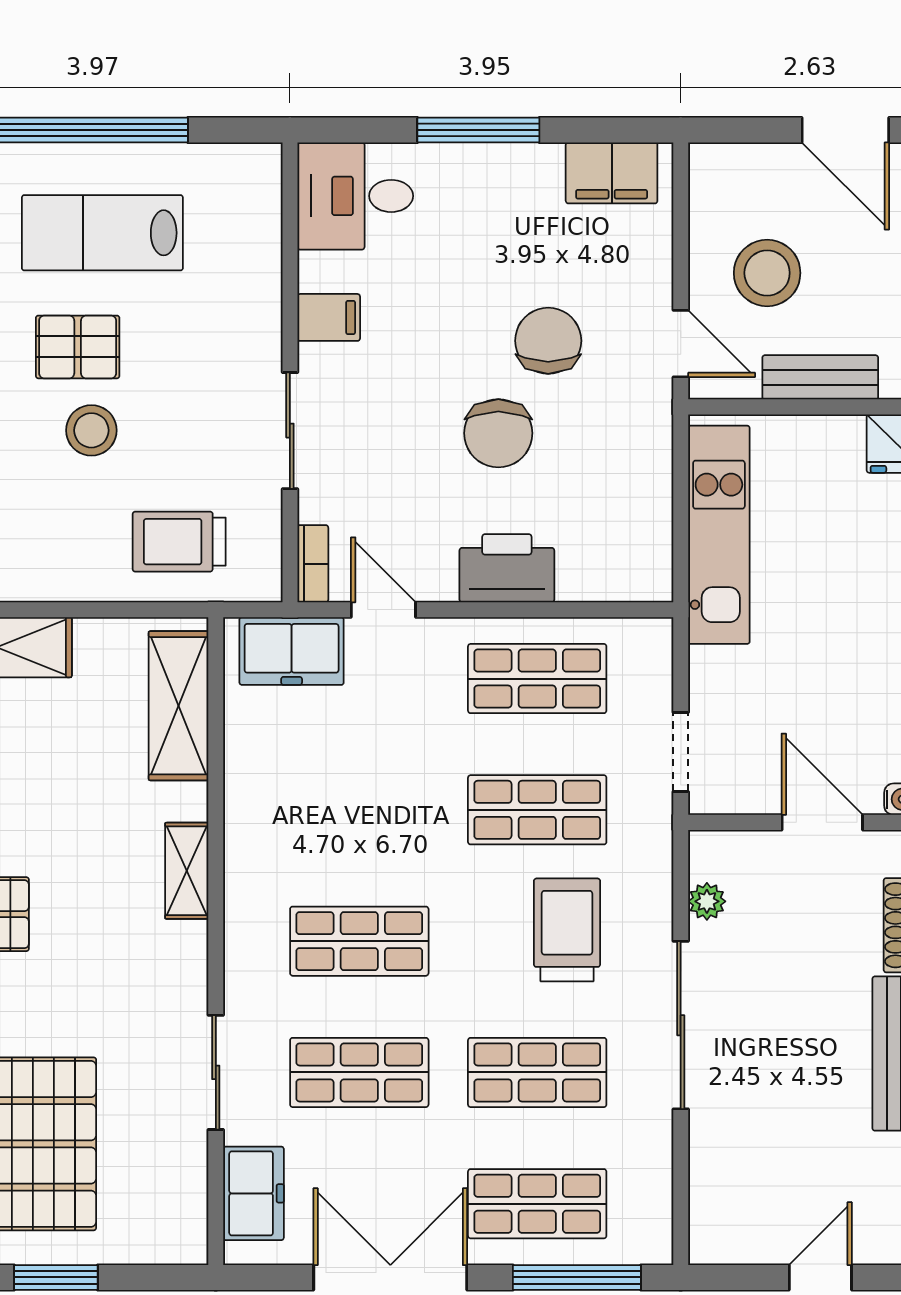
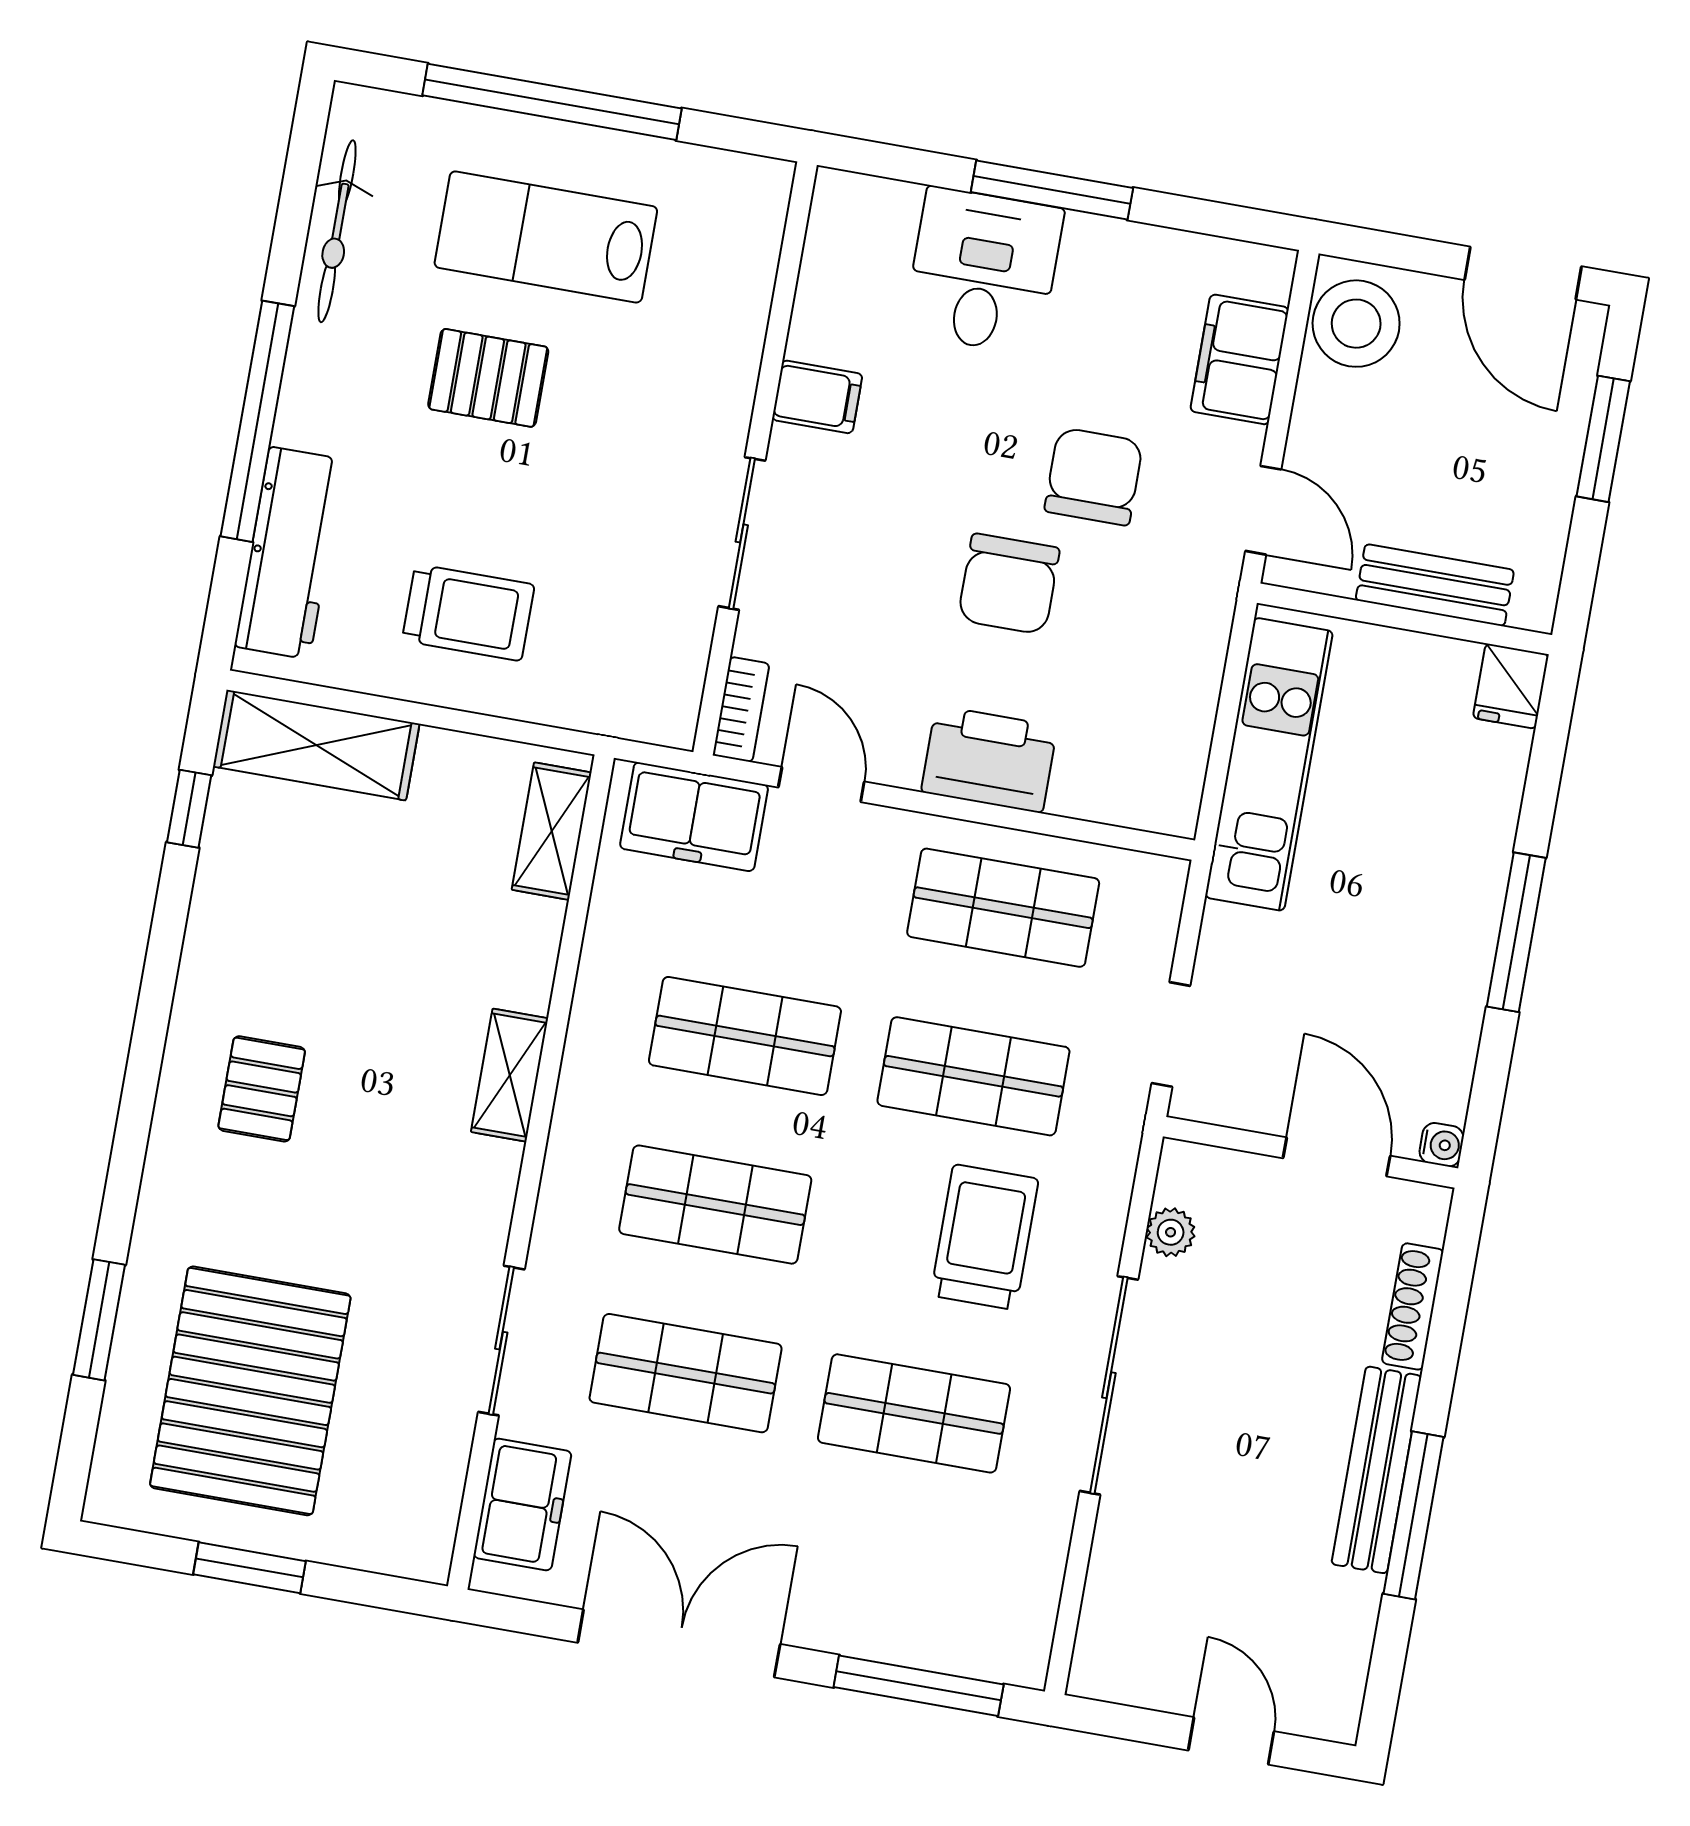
filing cabinet: (612, 173) -> (1240, 359), moved, turned 90
desk: (355, 196) -> (983, 271), moved, turned 90
stool: (767, 273) -> (1356, 324), moved
stool: (91, 430) -> (487, 488), removed
trolley: (179, 542) -> (468, 613), moved, turned 180
shelving: (178, 706) -> (552, 831), width x0.67, depth x0.75
shop shelf: (537, 1204) -> (745, 1036), moved
door: (820, 1277) -> (1231, 1741), hinge flipped

